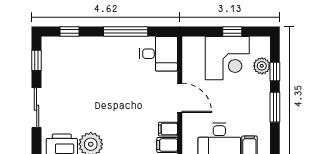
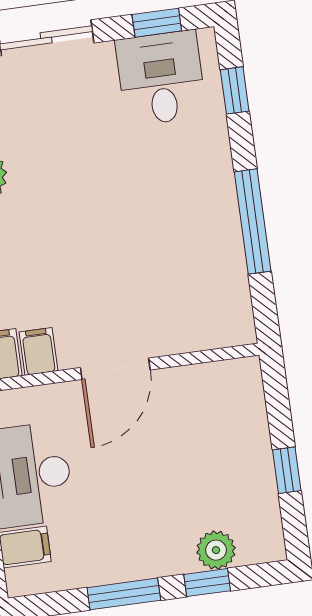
desk: (159, 54) -> (161, 78), moved, turned 180
corner desk: (227, 58) -> (223, 467), removed

